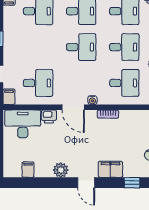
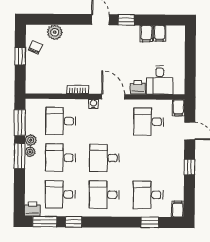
desk: (23, 124) -> (160, 80), width x0.73
filing cabinet: (110, 169) -> (146, 34), moved, width x0.50
plant: (61, 170) -> (55, 32), moved
window: (132, 183) -> (126, 20), moved

